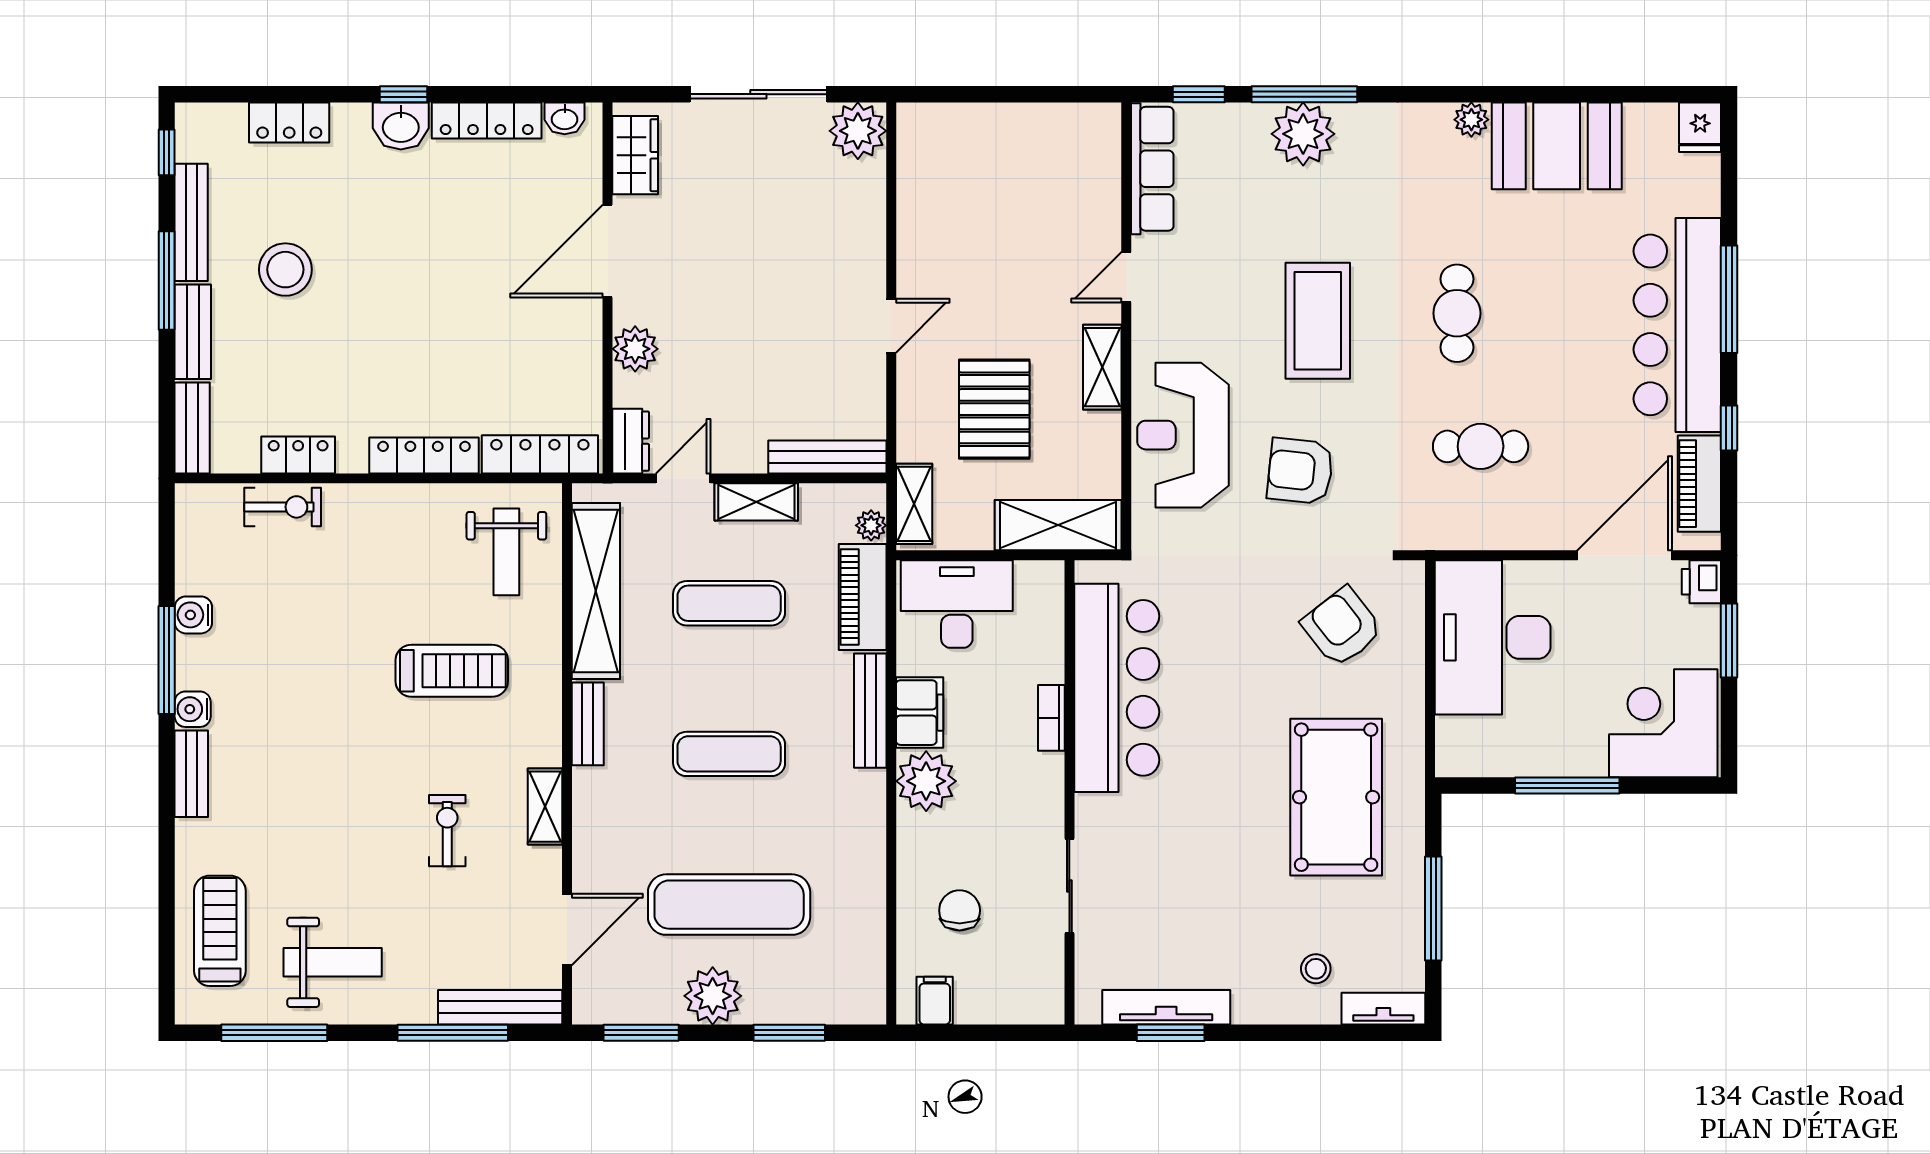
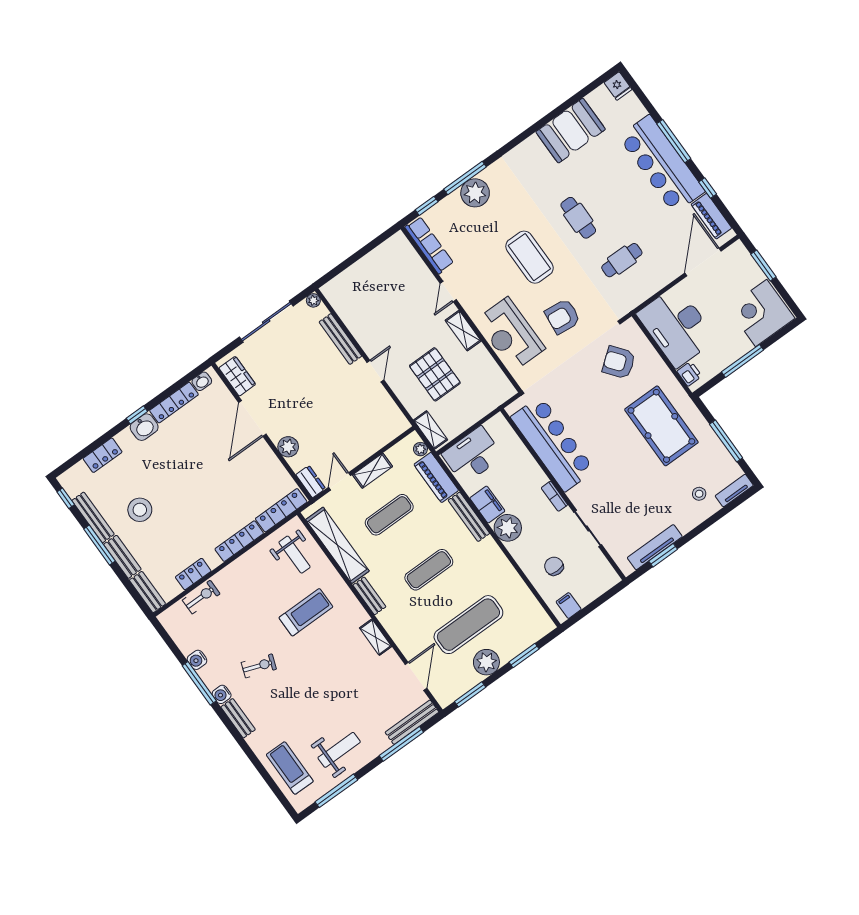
plant: (1471, 120) -> (533, 143), removed
plant: (858, 131) -> (313, 300), width x0.53, depth x0.53
bench: (827, 457) -> (340, 339), moved, turned 90
shelving: (1058, 525) -> (489, 400), removed
printer: (1701, 582) -> (689, 374), moved, turned 180
bookcase: (1051, 718) -> (554, 496), moved
exercise bike: (447, 831) -> (259, 666), moved, turned 110

